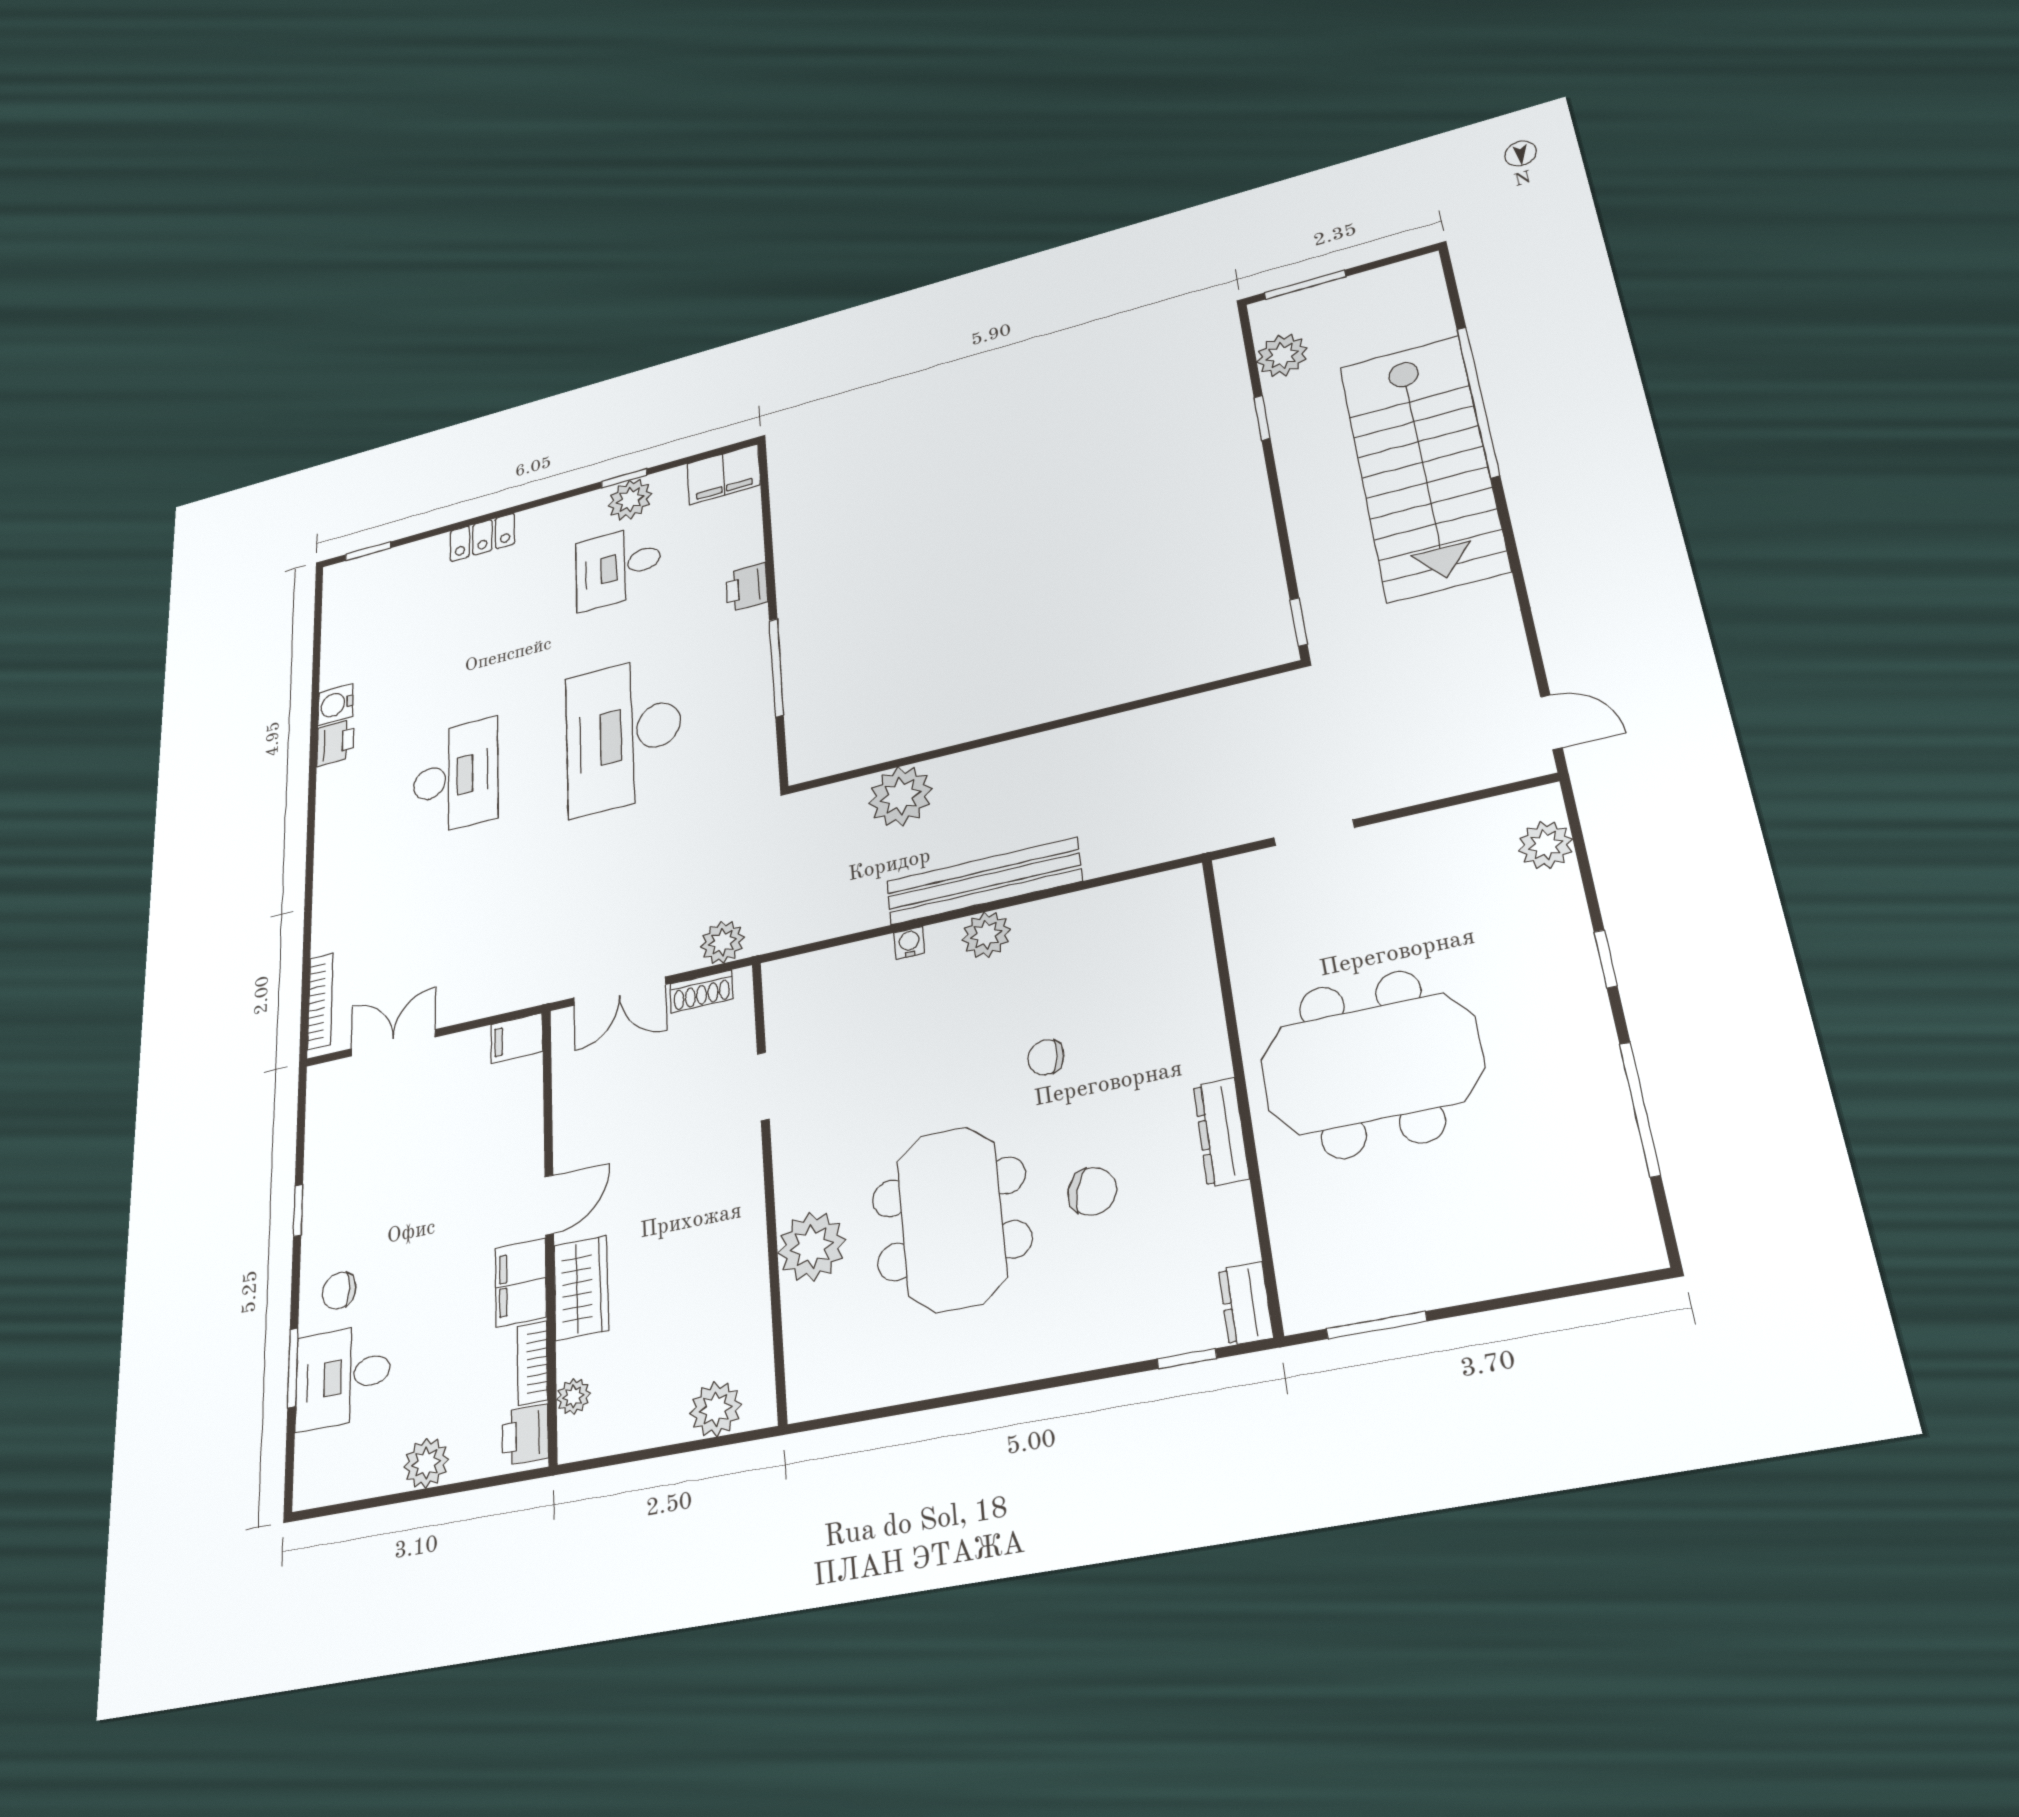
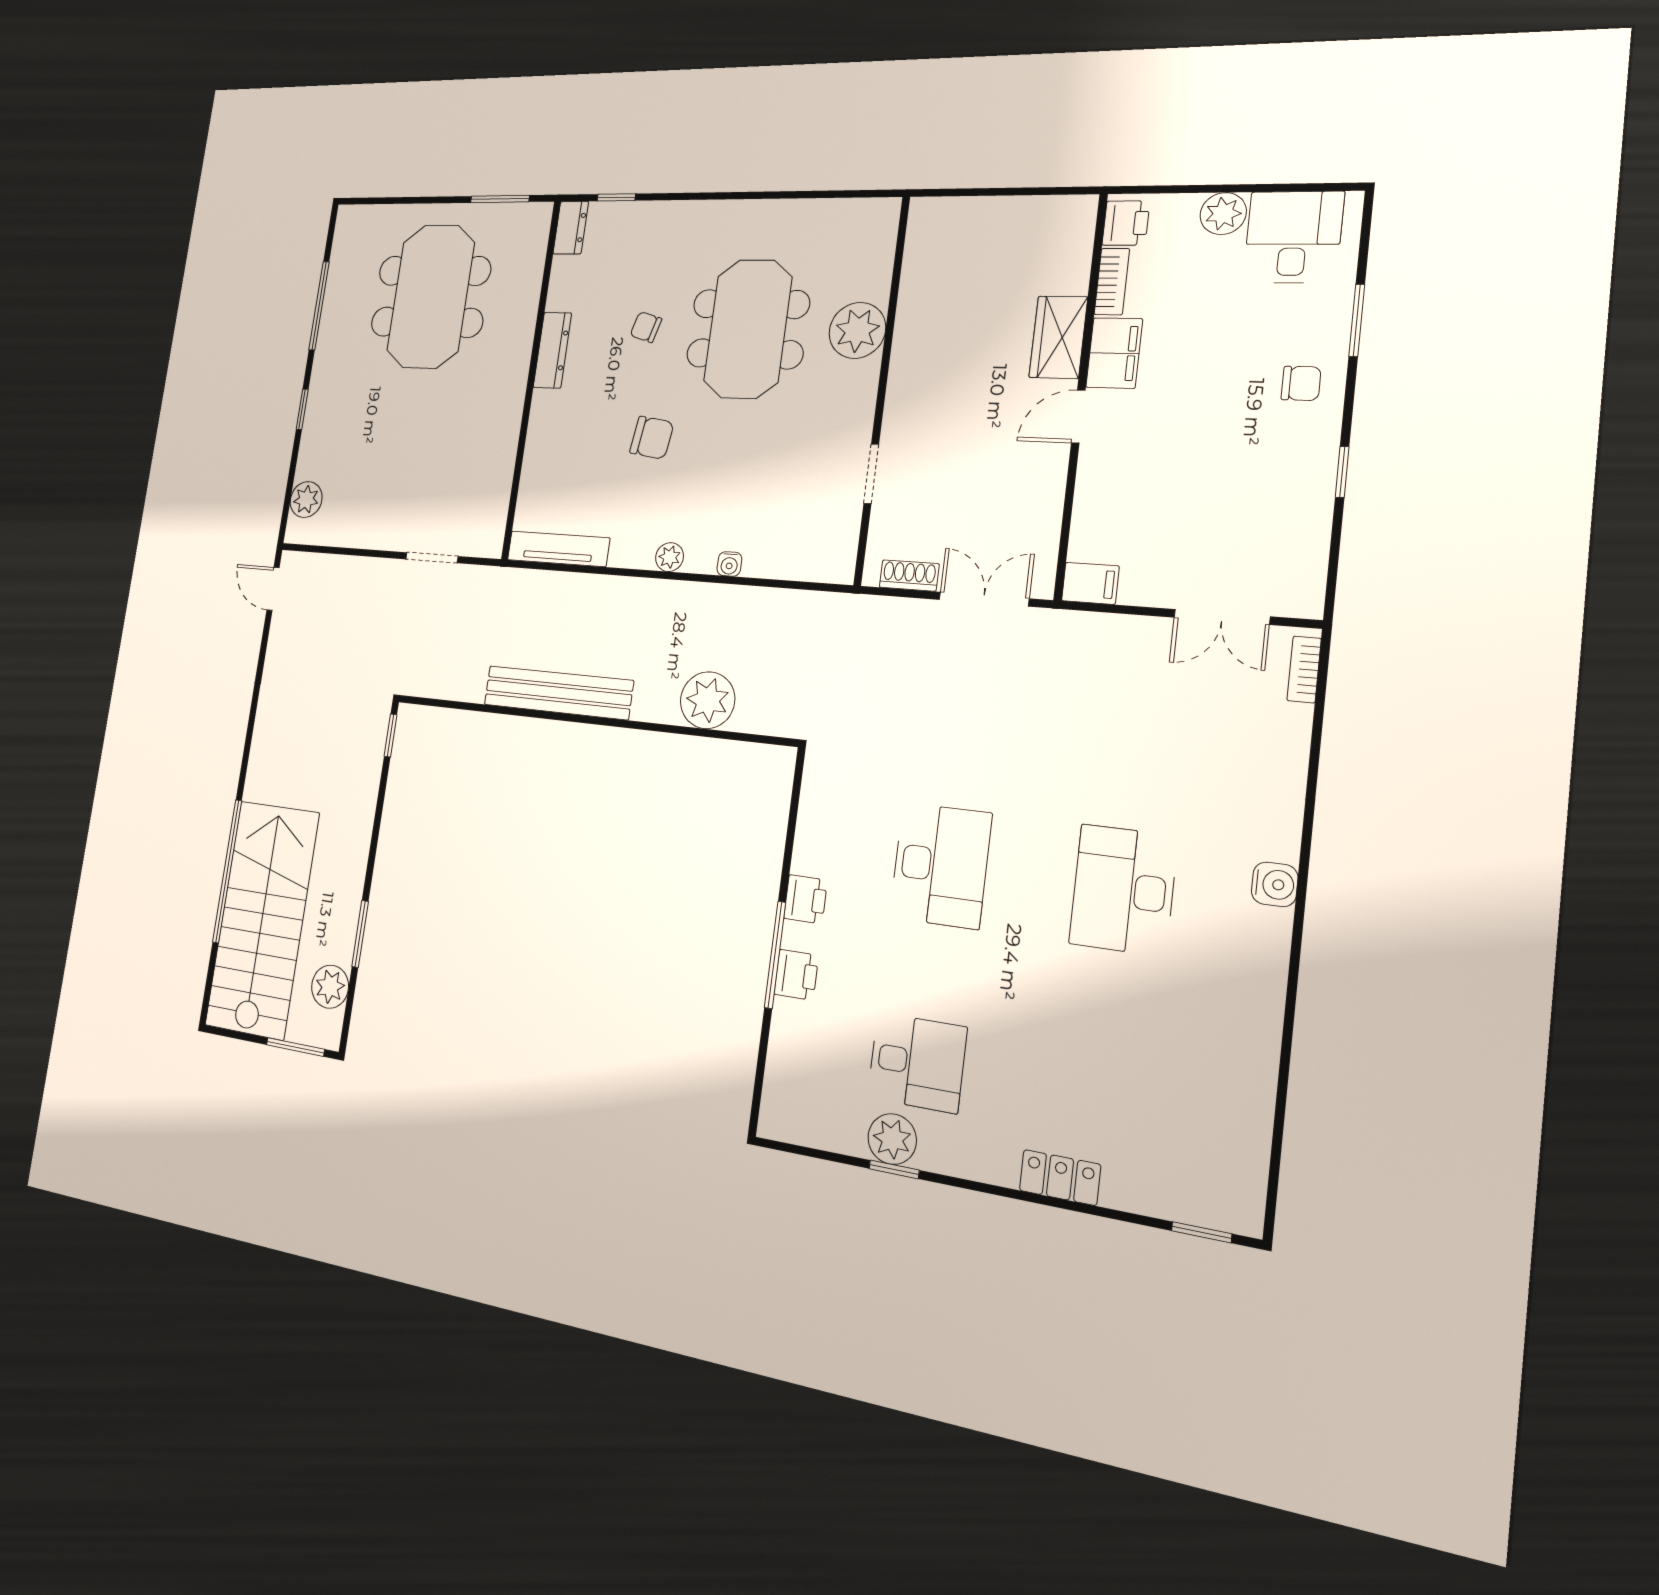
window: (1262, 418) -> (360, 934), width x1.50
stairs: (1423, 467) -> (262, 919), moved
filing cabinet: (724, 474) -> (795, 1118), removed
window: (776, 667) -> (775, 955), moved
water cooler: (336, 704) -> (1275, 884), moved
desk: (623, 734) -> (941, 865), width x0.73, depth x0.77
printer: (335, 743) -> (806, 899), moved, turned 180
bench: (984, 881) -> (558, 693), moved
tv unit: (1135, 895) -> (558, 549), added
plant: (986, 935) -> (670, 557), width x0.73, depth x0.73
plant: (722, 942) -> (883, 616), removed
bookcase: (320, 1001) -> (1304, 669), width x0.64
chair: (1046, 1057) -> (652, 438), width x1.37, depth x1.37
meeting table: (1371, 1064) -> (431, 297), moved, turned 90
chair: (1092, 1191) -> (646, 327), width x0.73, depth x0.73
desk: (343, 1376) -> (1293, 237), moved, turned -90
plant: (573, 1396) -> (1078, 247), removed
plant: (716, 1409) -> (958, 217), removed

